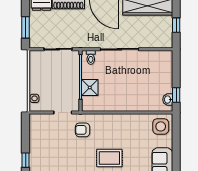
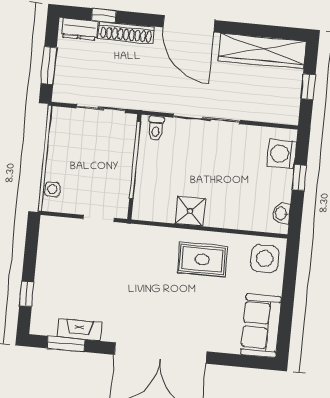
washing machine: (165, 65) -> (282, 154), added
shower: (90, 88) -> (190, 211), moved
window: (176, 95) -> (299, 178), moved
armchair: (83, 130) -> (130, 252), removed
rug: (109, 158) -> (202, 259), moved

